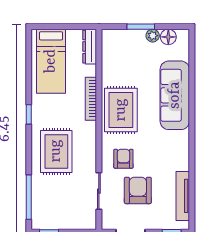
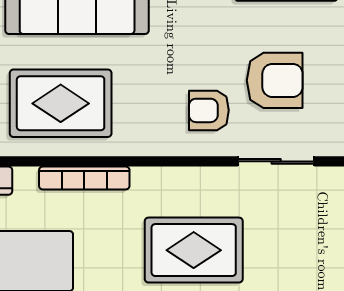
rug: (121, 110) -> (61, 103), moved
armchair: (138, 190) -> (275, 80), turned 180

